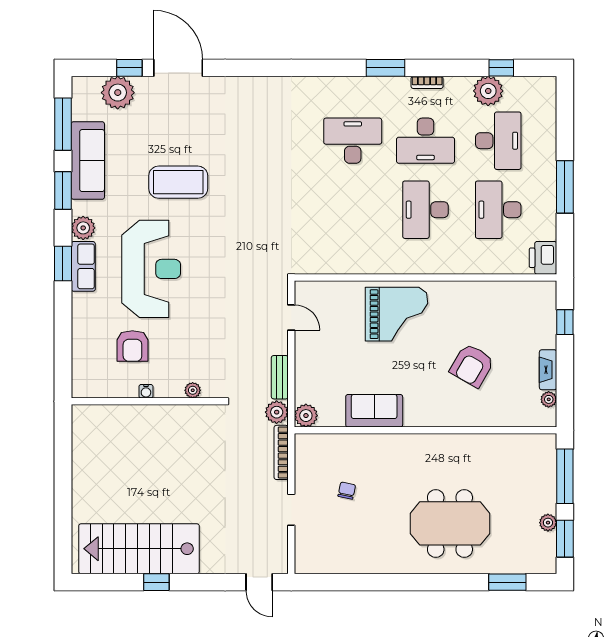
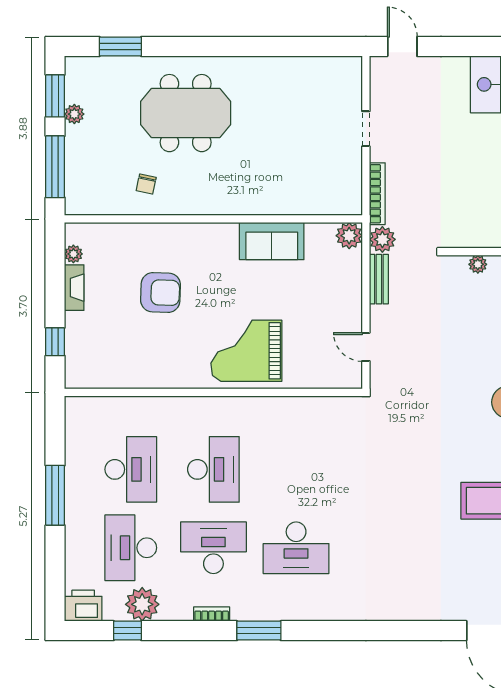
printer: (543, 258) -> (83, 606), moved, turned -90
armchair: (472, 365) -> (161, 293), turned 62
chair: (347, 491) -> (146, 184), moved

